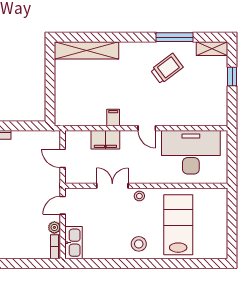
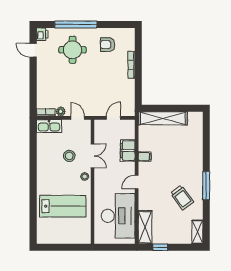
window: (175, 37) -> (206, 186), moved
shelving: (87, 50) -> (163, 118), moved, turned 90
window: (232, 76) -> (160, 247), moved
shelving: (206, 117) -> (145, 227), added
stool: (139, 244) -> (69, 156), moved

